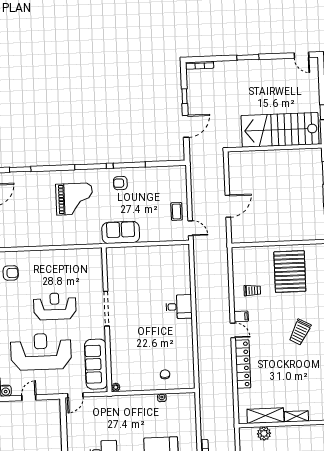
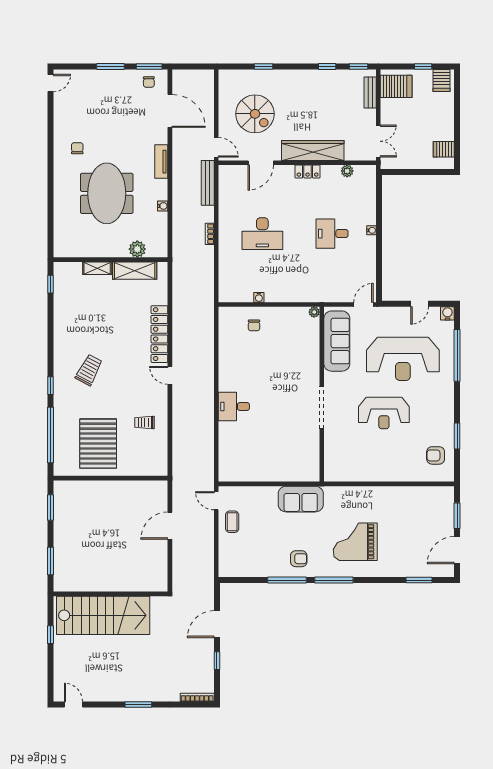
filing cabinet: (241, 316) -> (159, 392), removed

